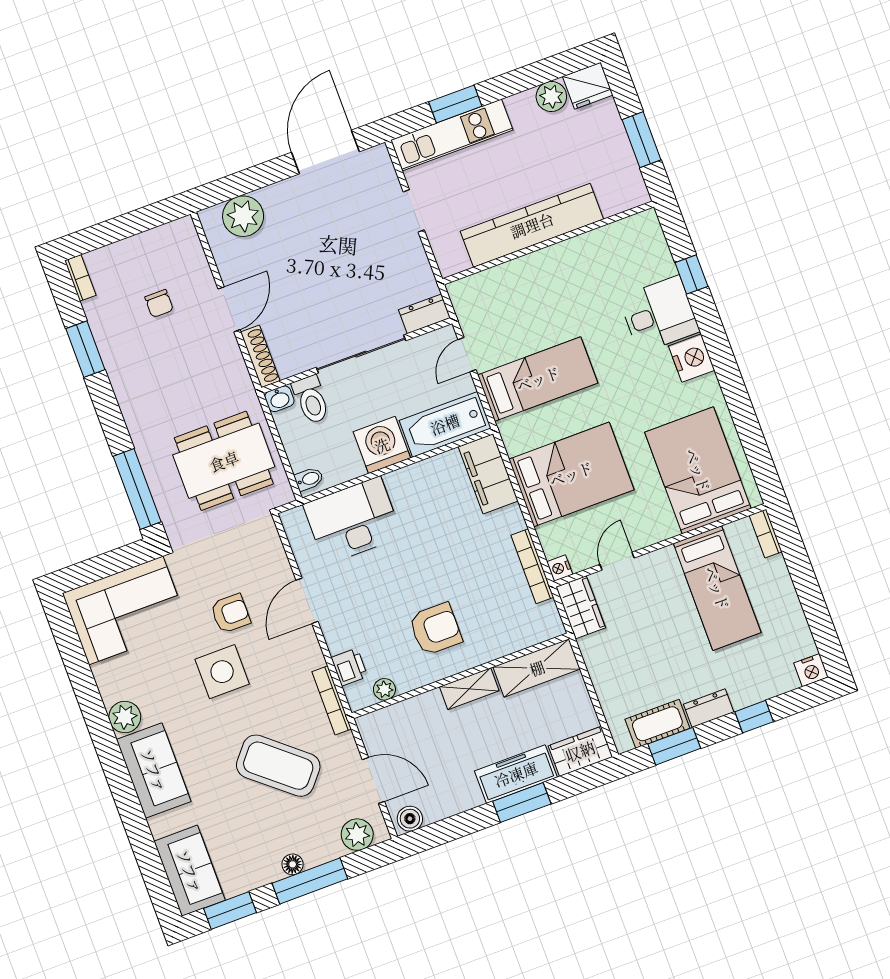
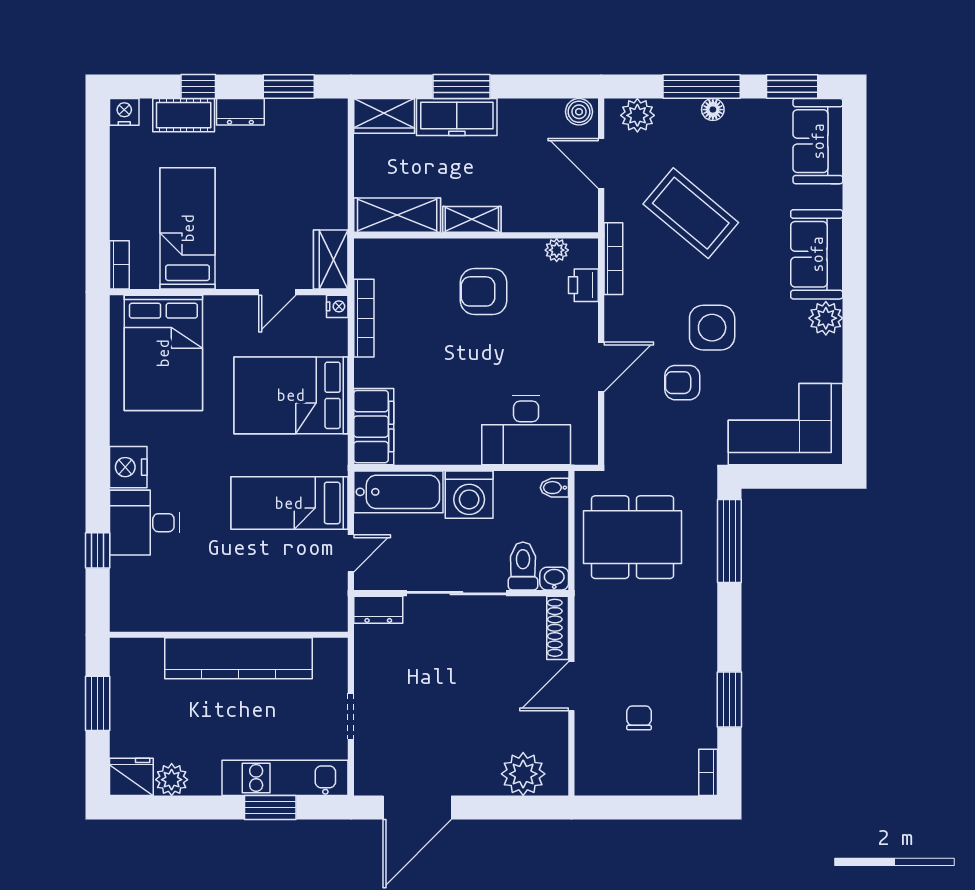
cot: (657, 724) -> (184, 115), moved

